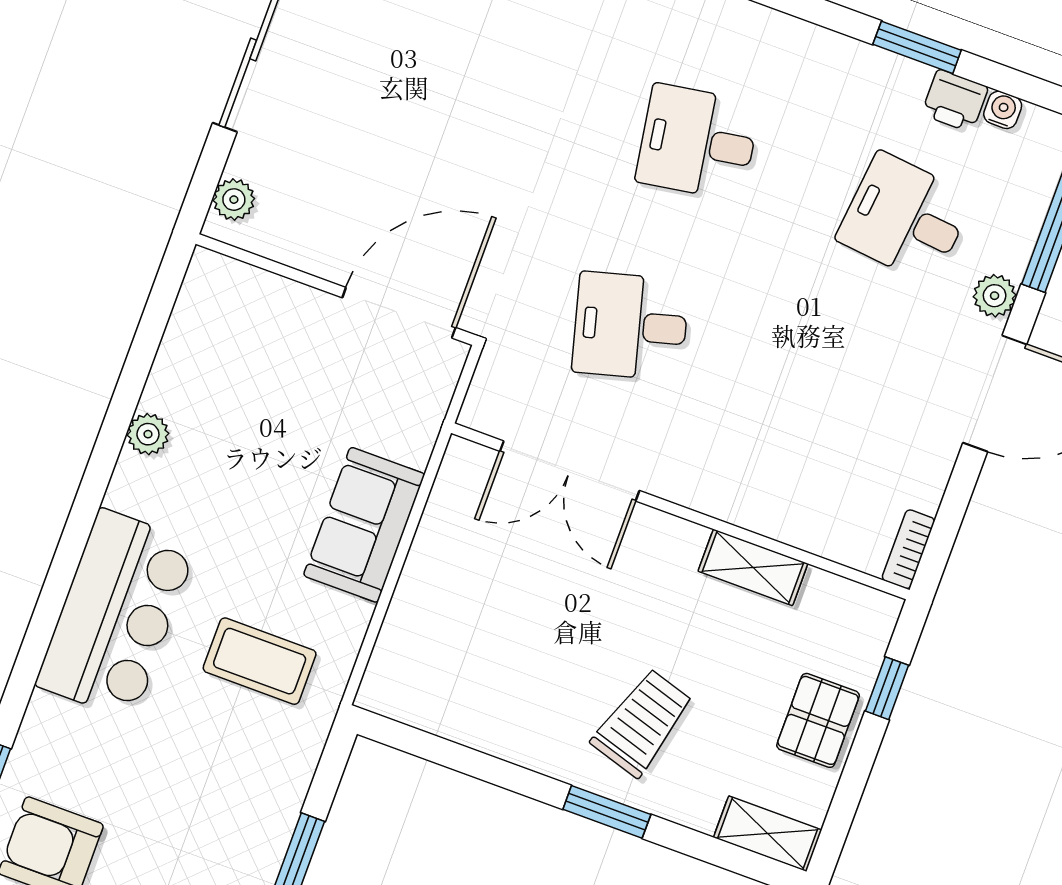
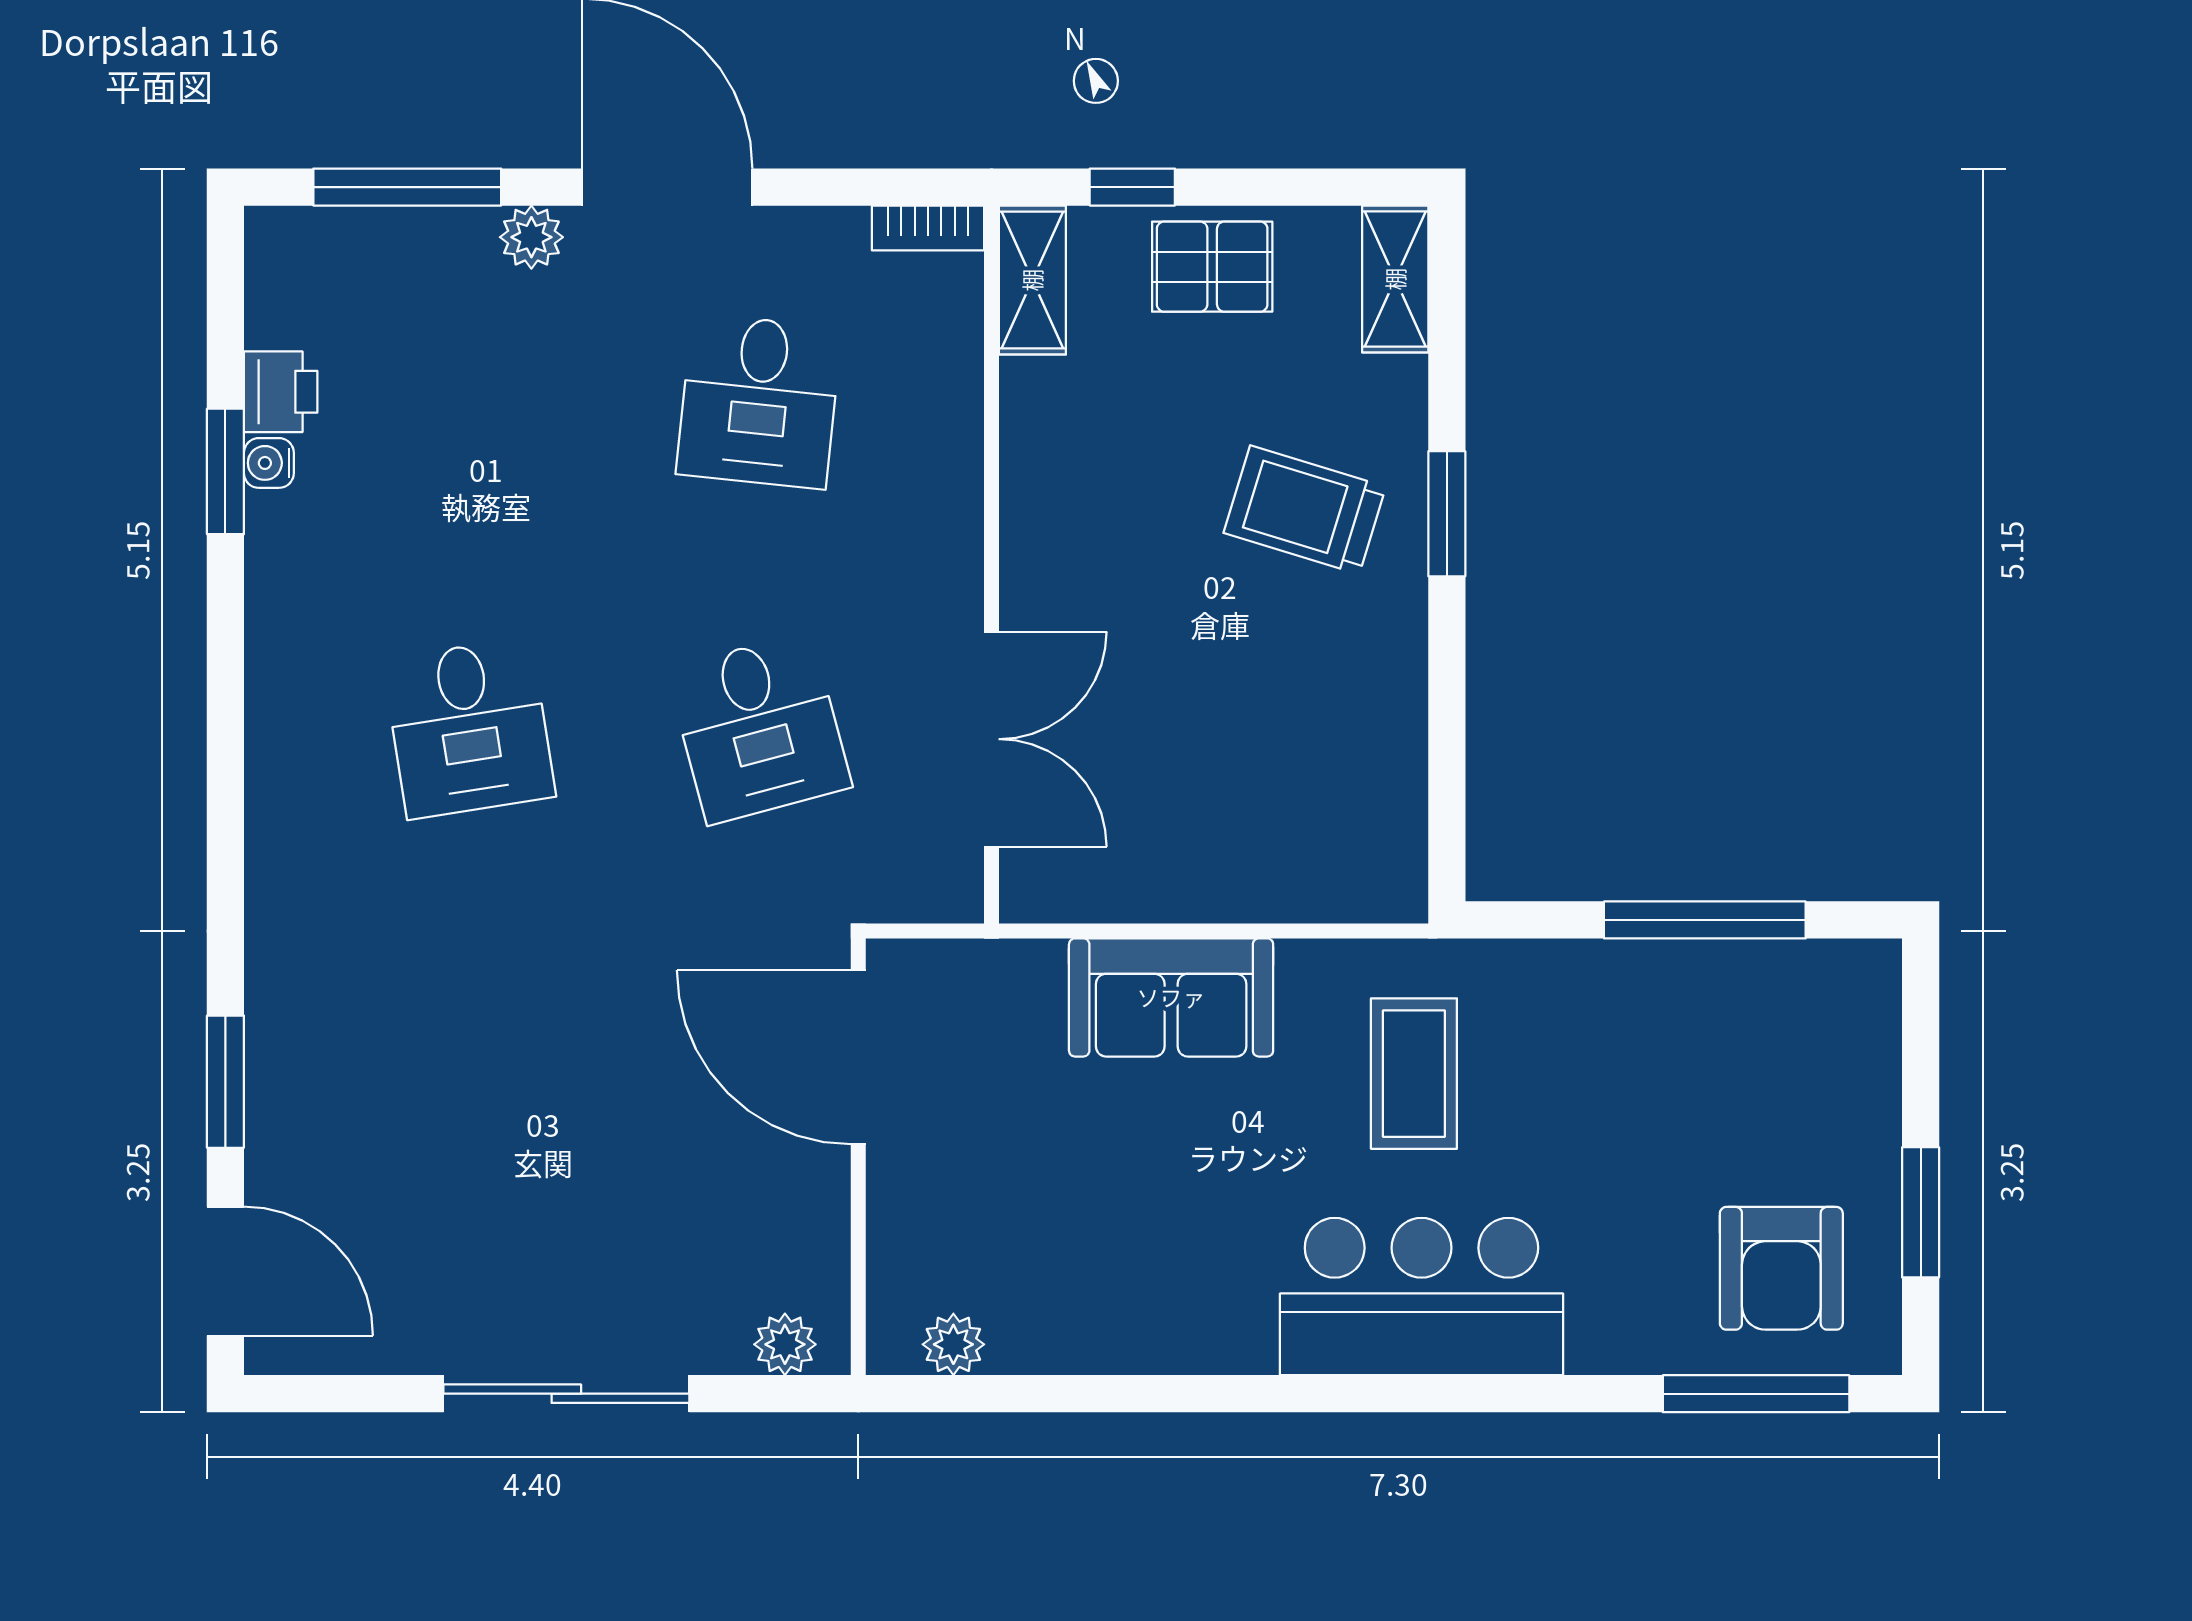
water cooler: (1003, 110) -> (269, 463), moved
desk: (905, 218) -> (759, 401), moved
plant: (148, 434) -> (953, 1344), moved
shelving: (753, 567) -> (1032, 280), moved

